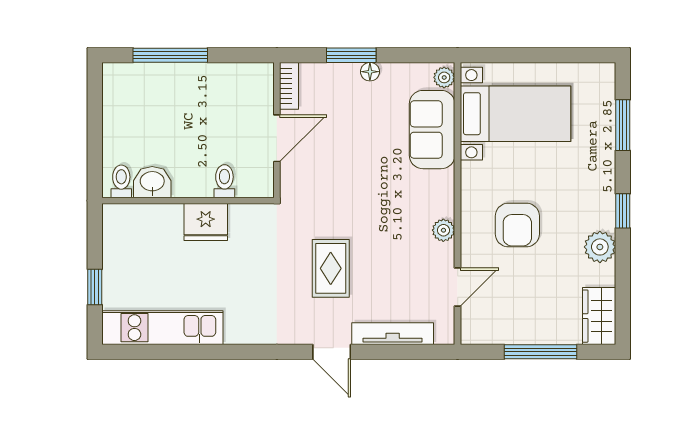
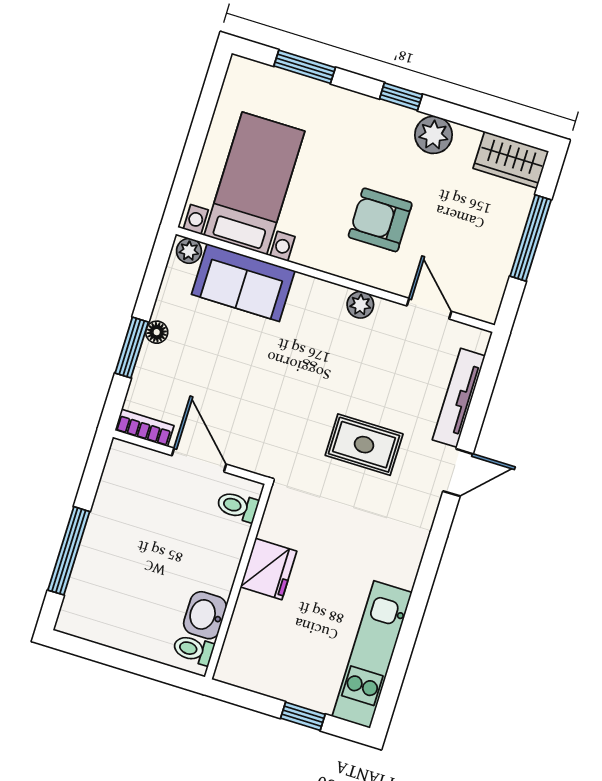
toilet: (224, 181) -> (238, 506), moved
armchair: (517, 225) -> (380, 220), turned 180

